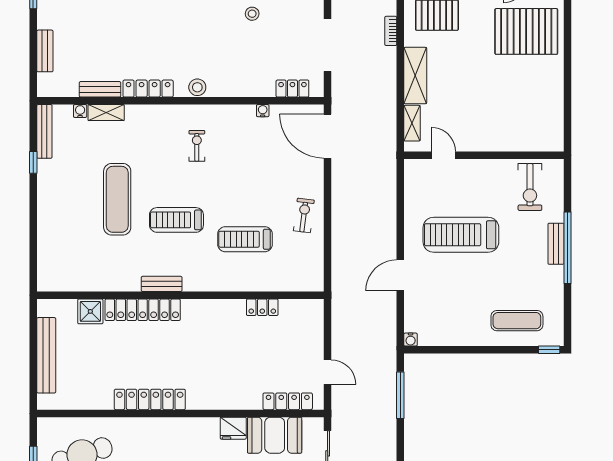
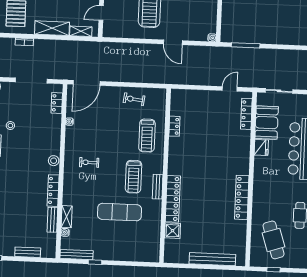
bench: (162, 284) -> (158, 187), moved
wall: (180, 295) -> (165, 176), moved
locker: (262, 307) -> (174, 126), moved
locker: (143, 310) -> (173, 199), moved
shower: (90, 311) -> (173, 231), moved

